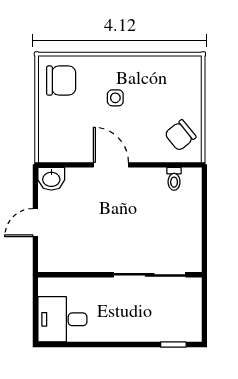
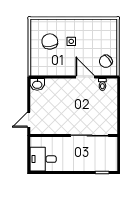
chair: (61, 81) -> (50, 41), moved, turned -98
door: (111, 165) -> (85, 77), moved
door: (35, 223) -> (29, 120), moved

